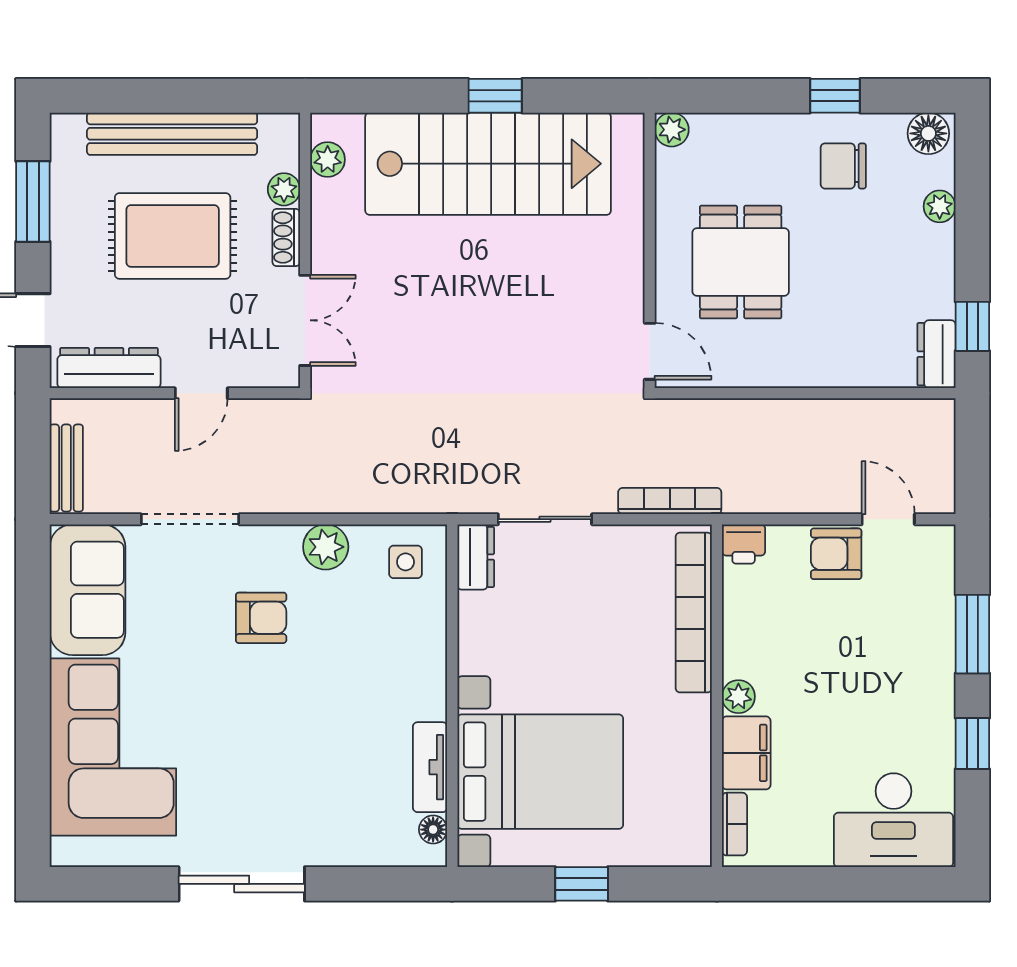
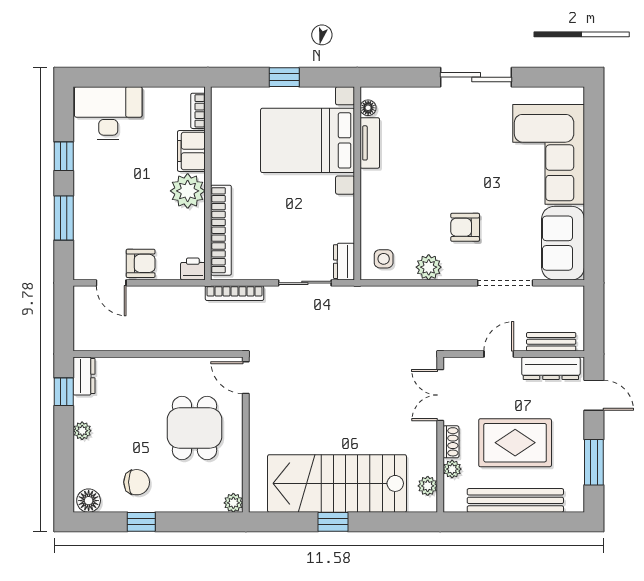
plant: (940, 206) -> (82, 431), moved
bench: (66, 468) -> (551, 342), moved, turned 90
plant: (738, 697) -> (188, 191), width x1.88, depth x1.88

